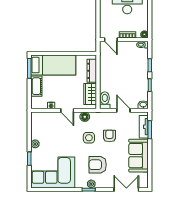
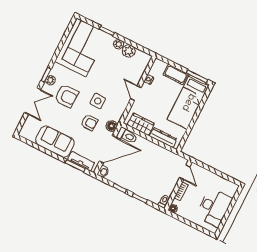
door: (111, 40) -> (185, 172), swing flipped
door: (67, 110) -> (136, 93), hinge flipped
door: (123, 110) -> (108, 149), width x1.87
floor lamp: (85, 117) -> (111, 126), moved
plant: (37, 133) -> (129, 51), added
armchair: (98, 165) -> (66, 96), turned 90
double door: (126, 190) -> (33, 101), moved

